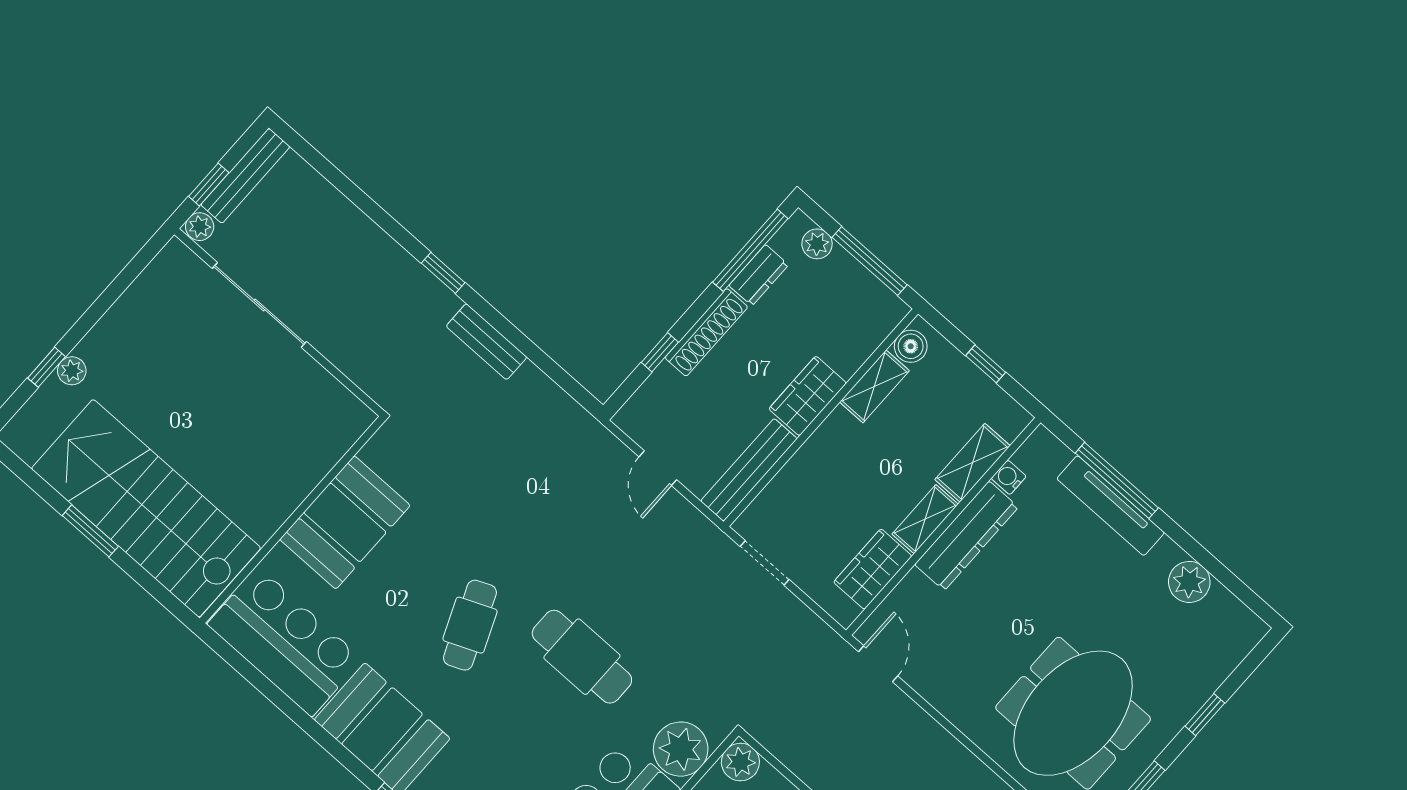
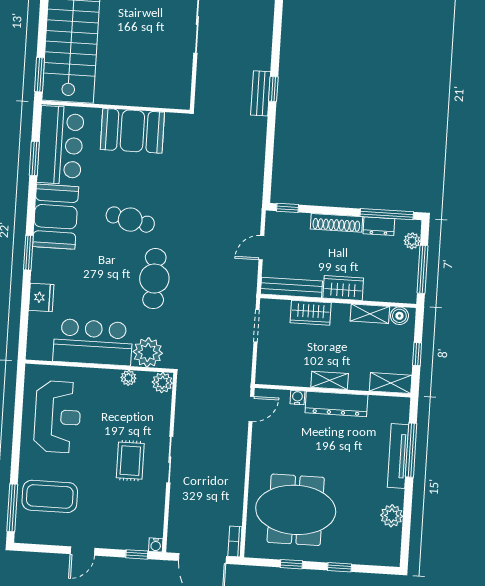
bench: (487, 342) -> (261, 93), moved
window: (660, 352) -> (287, 208), moved
shelving: (972, 463) -> (391, 383), moved
water cooler: (1009, 477) -> (297, 397), moved
window: (90, 531) -> (40, 75), moved
wardrobe: (873, 569) -> (311, 313), moved, turned 180
cafe table: (470, 625) -> (130, 220), turned 35
window: (274, 695) -> (34, 158), added

